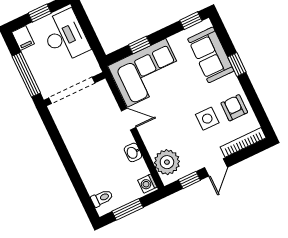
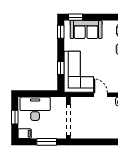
window: (237, 64) -> (75, 17), moved
window: (26, 75) -> (47, 142), width x0.69
door: (129, 119) -> (101, 95), hinge flipped

